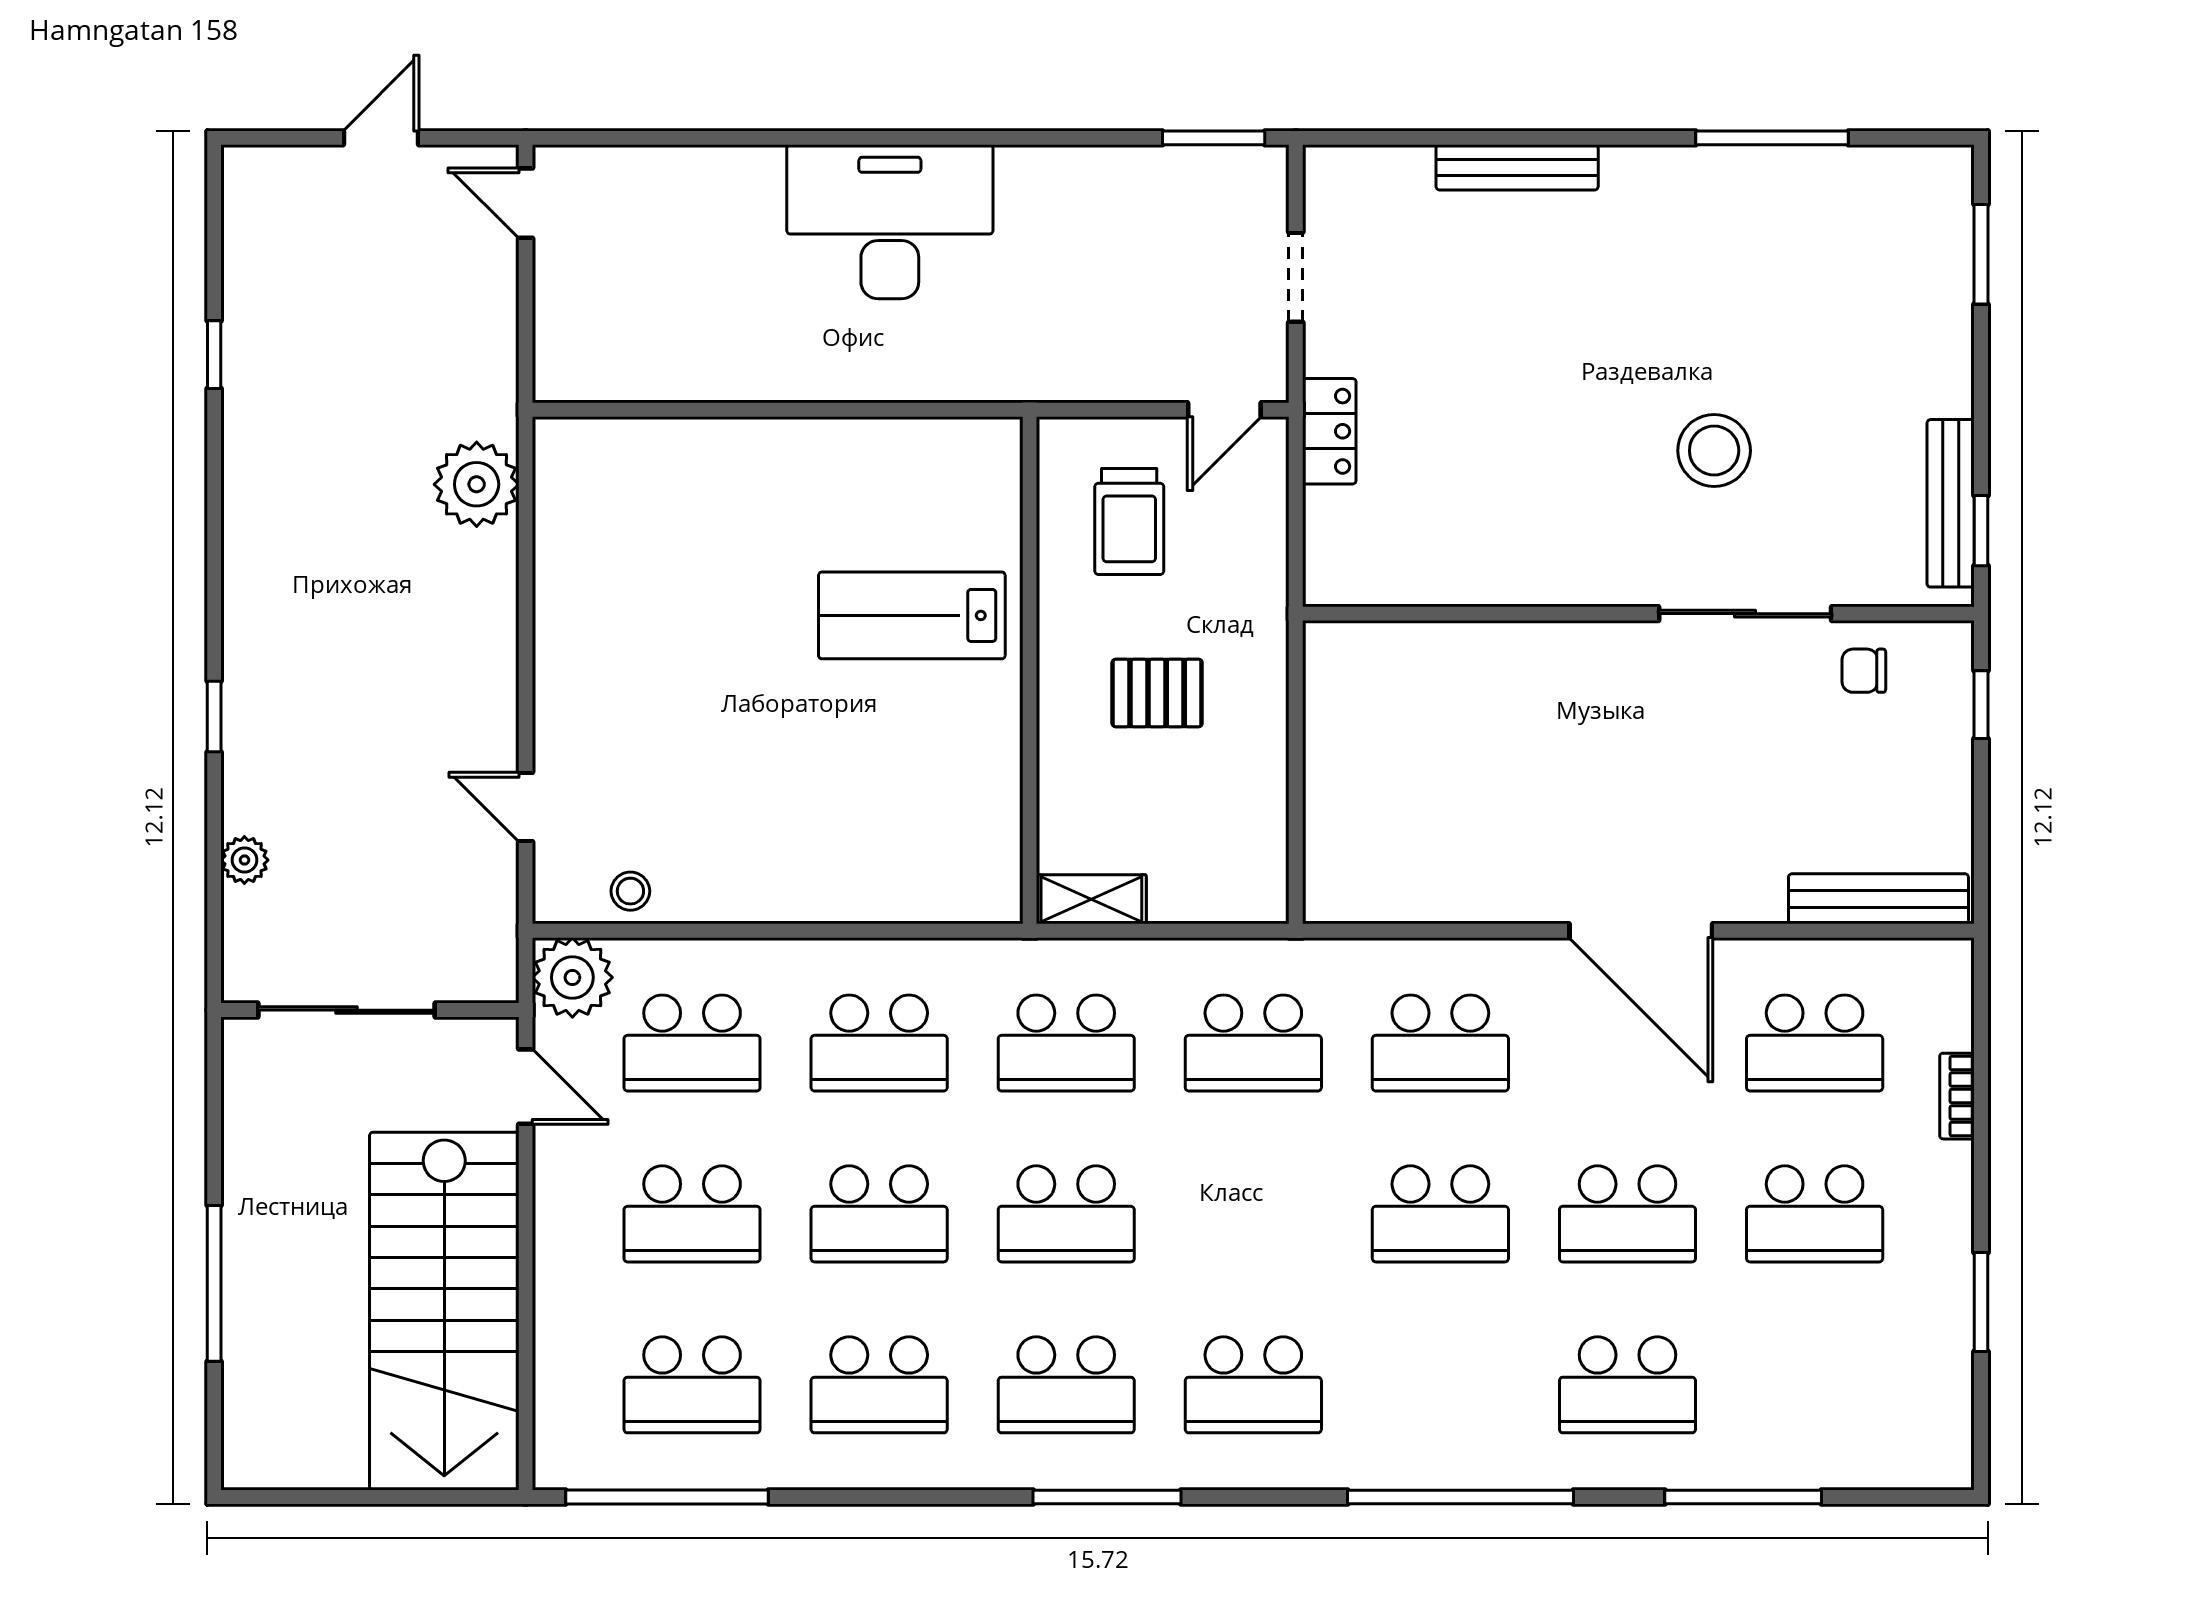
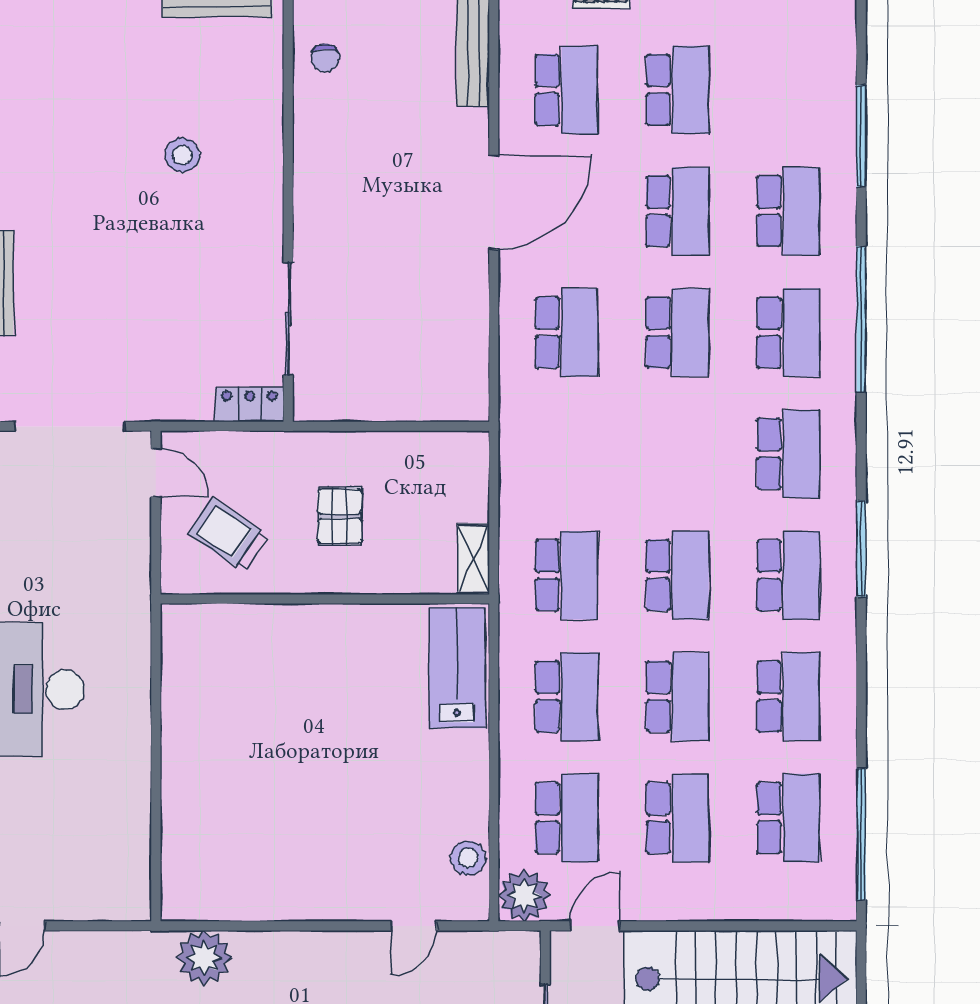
doorway: (1296, 277) -> (70, 426), width x1.88
locker: (1329, 431) -> (249, 405), moved
stool: (1714, 451) -> (182, 155), width x0.73, depth x0.73
trolley: (1129, 521) -> (228, 534), turned -146
sliding door: (1745, 614) -> (288, 319), moved
lab bench: (912, 615) -> (457, 668), moved, turned 180
stool: (630, 891) -> (468, 858), width x1.37, depth x1.37
school desk: (1253, 1043) -> (788, 333), moved

